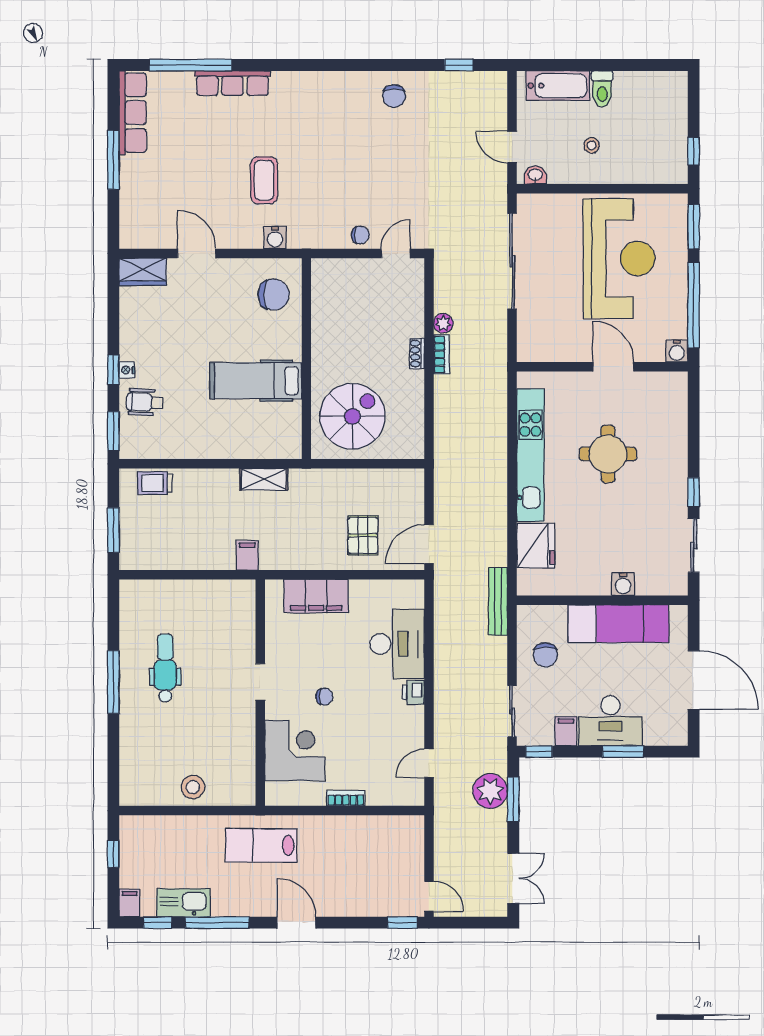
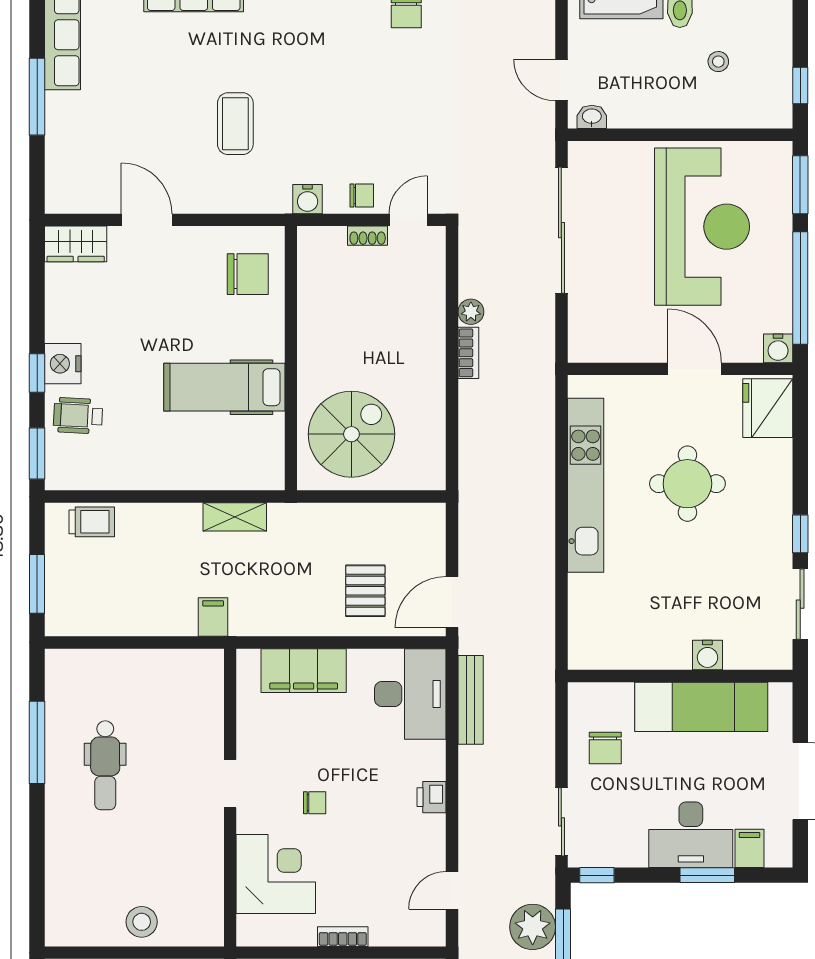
stool: (592, 145) -> (718, 62), moved
water cooler: (275, 238) -> (308, 199), moved
shoe rack: (417, 354) -> (368, 236), moved, turned -90
nightstand: (127, 370) -> (63, 364), width x1.89, depth x1.79
trolley: (155, 483) -> (92, 522), turned 180
fridge: (536, 546) -> (768, 408), moved, turned 180
bench: (498, 601) -> (471, 700), moved
desk: (397, 644) -> (410, 694), moved
dental chair: (165, 668) -> (105, 765), turned 180
window: (113, 682) -> (37, 742), moved
filing cabinet: (566, 731) -> (749, 848), moved

